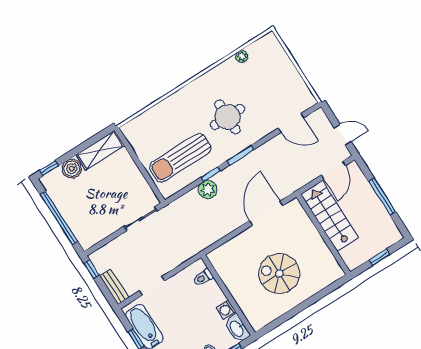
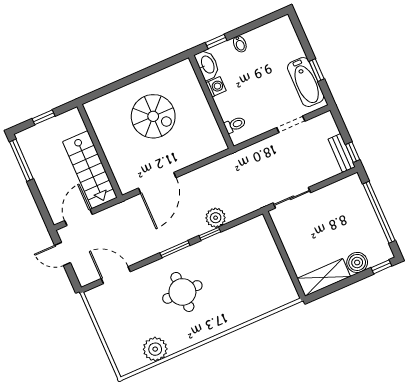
plant: (242, 56) -> (155, 349), width x1.87, depth x1.87
sun lounger: (180, 158) -> (240, 256), removed
window: (382, 197) -> (21, 160), moved
bench: (114, 287) -> (342, 153), moved

